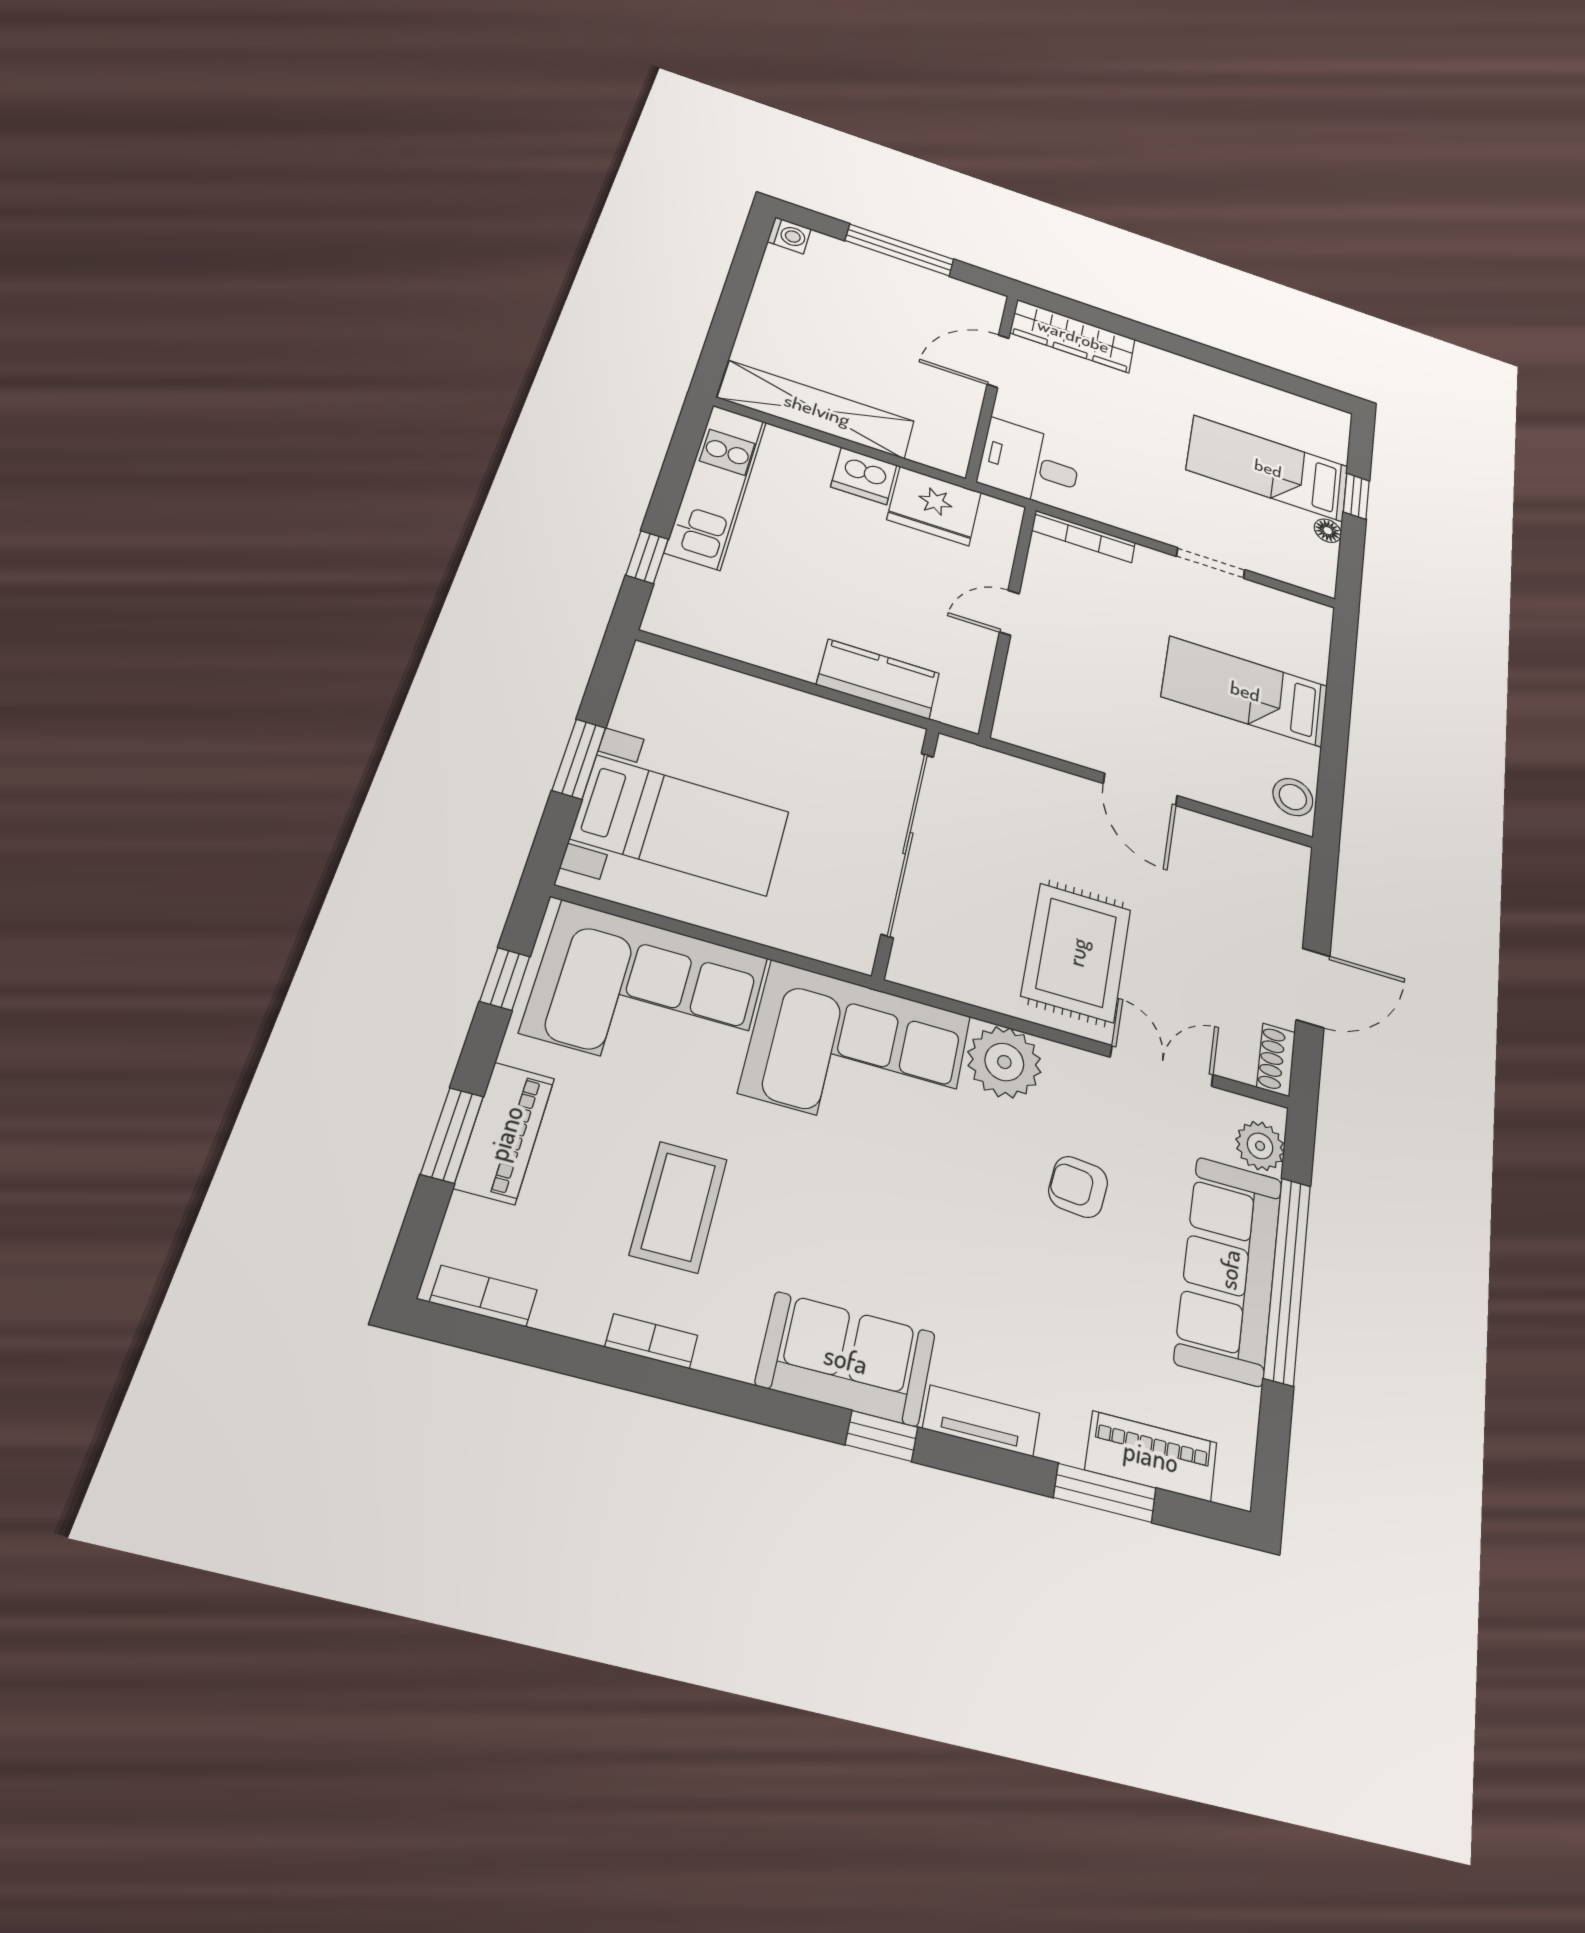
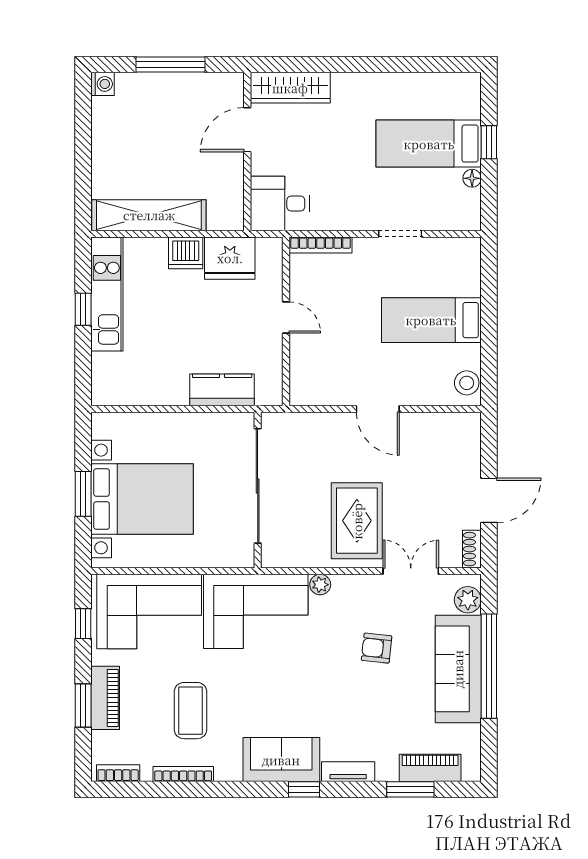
window: (647, 557) -> (83, 309), moved
door: (1009, 613) -> (286, 317), swing flipped
bed with nightstands: (681, 825) -> (142, 499), width x1.36
plant: (1004, 1062) -> (320, 585), width x0.53, depth x0.53
bookcase: (651, 1341) -> (183, 774), width x1.56

